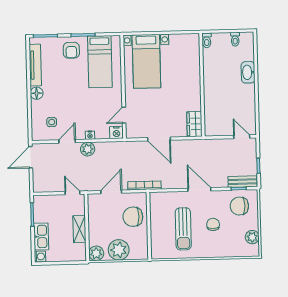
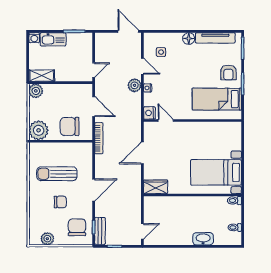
armchair: (71, 50) -> (228, 72), turned -90
bed with nightstands: (146, 61) -> (216, 172), moved
chair: (133, 217) -> (70, 126), turned -90
shelving: (79, 229) -> (42, 76), moved
plant: (119, 250) -> (39, 130), moved

